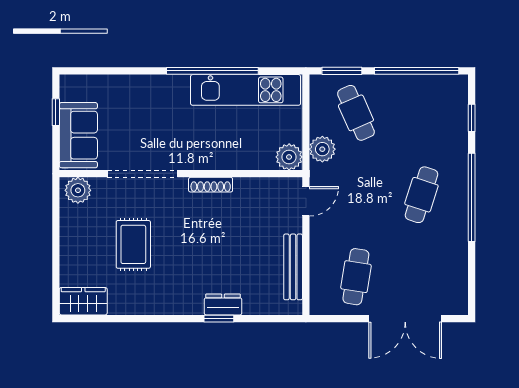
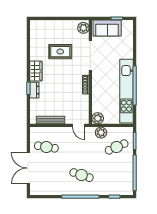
kitchen unit: (246, 90) -> (126, 91), width x1.36
wardrobe: (83, 301) -> (36, 71), moved

